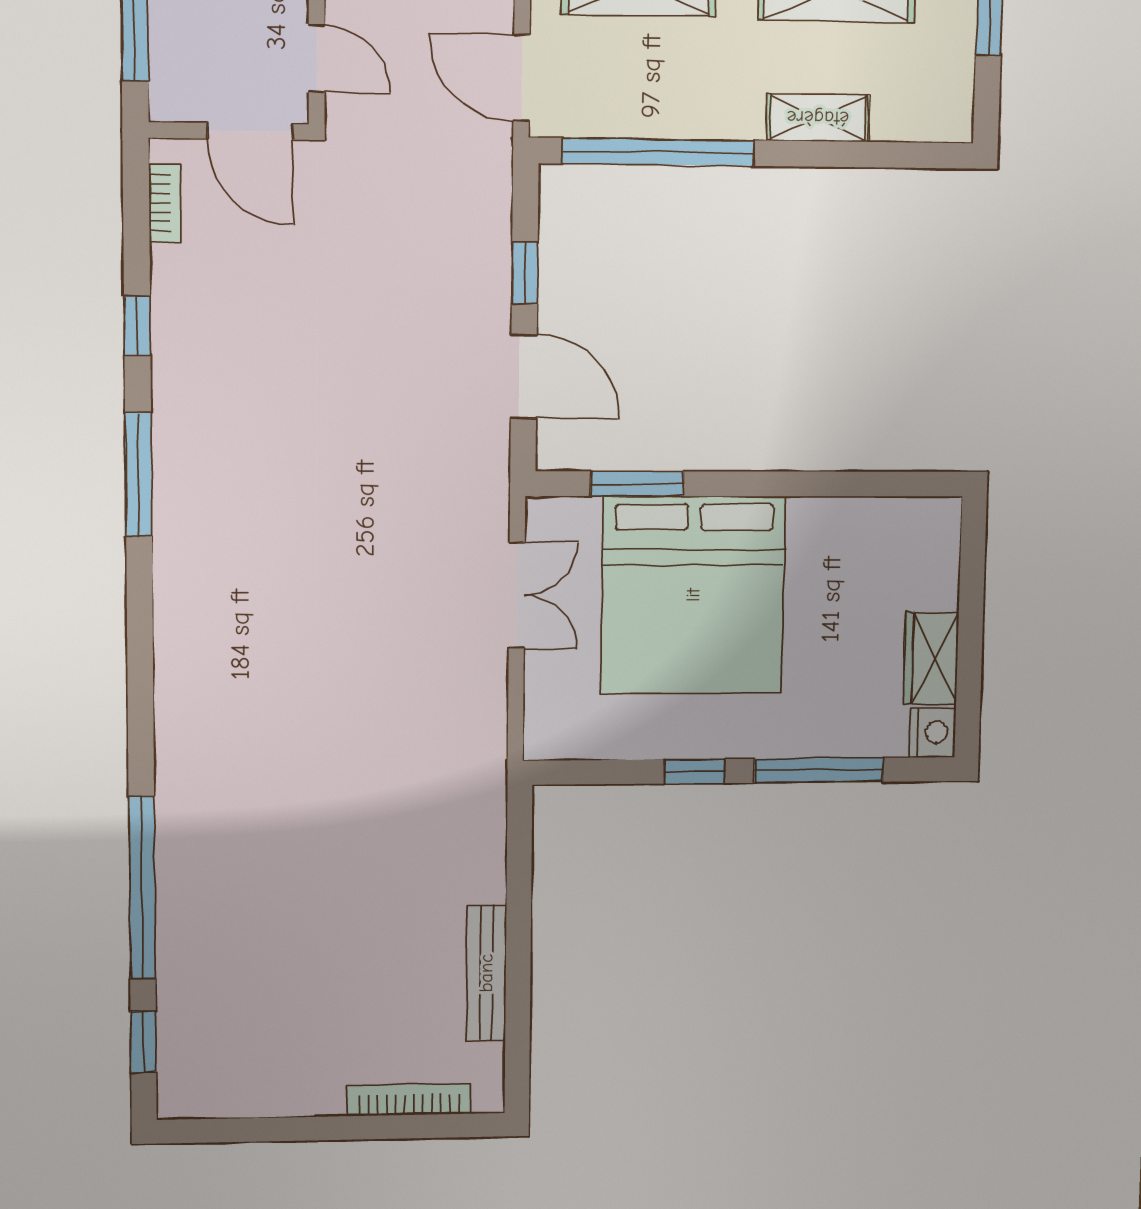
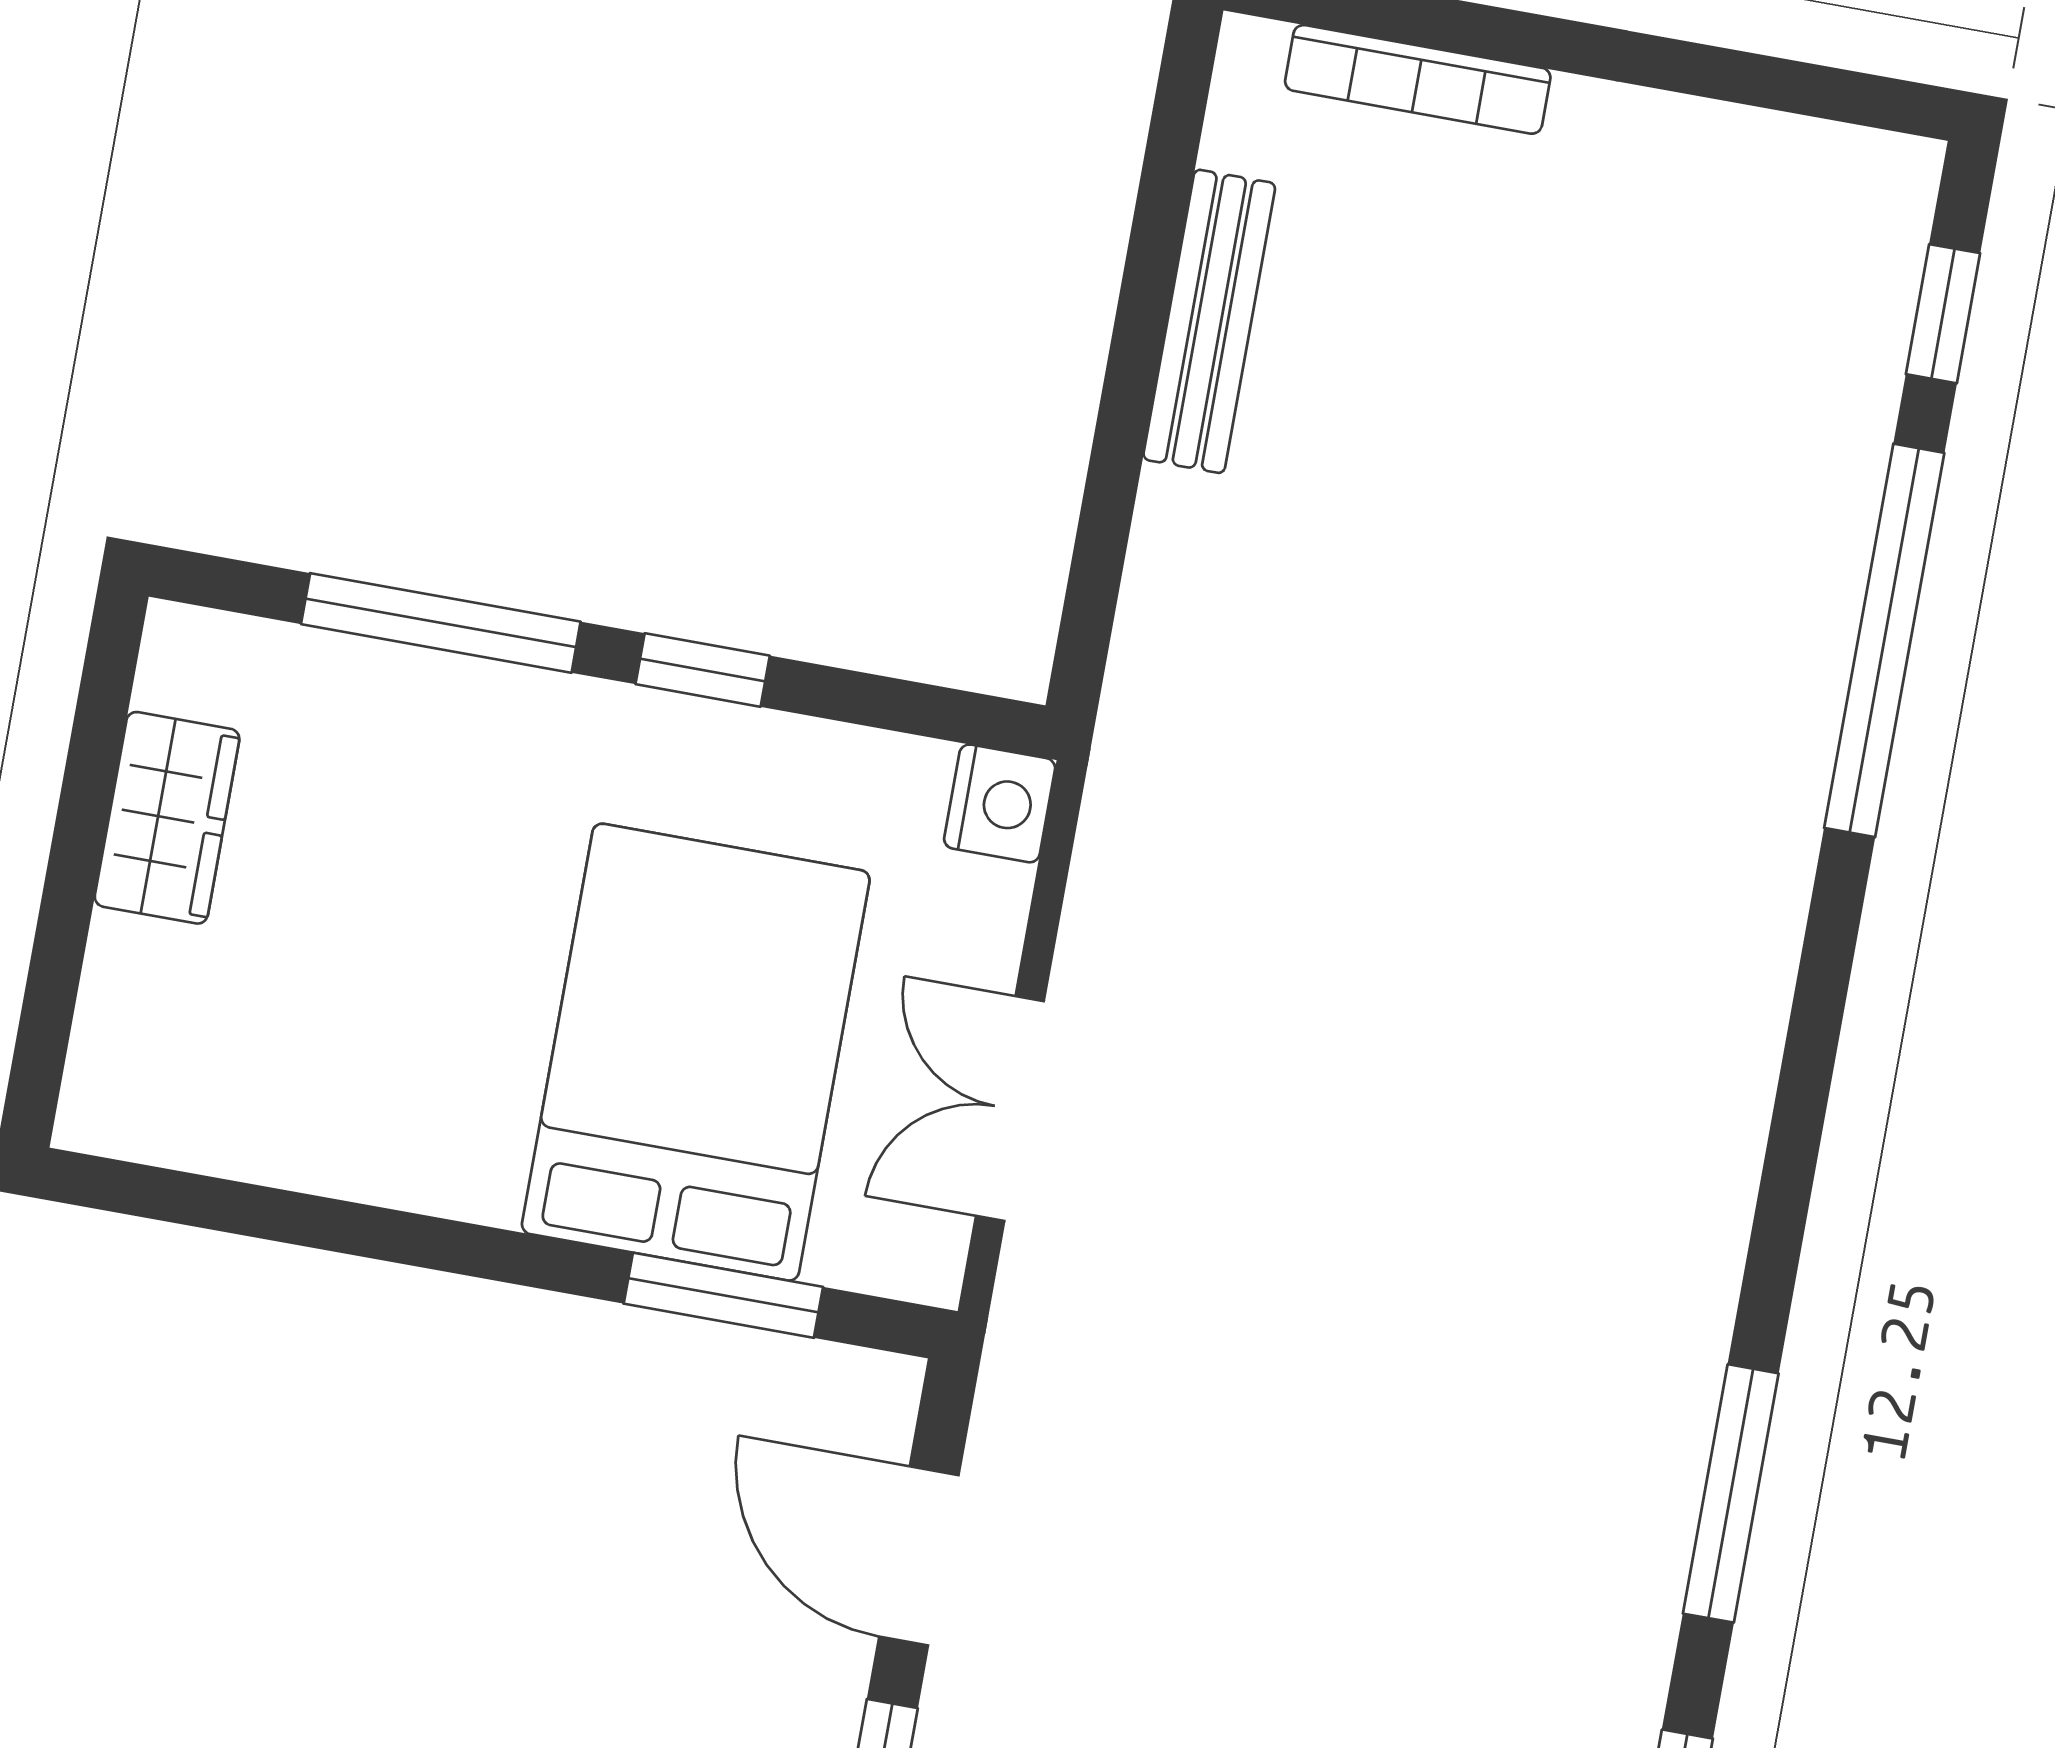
bed: (693, 595) -> (696, 1052), width x0.73
nightstand: (933, 732) -> (1000, 803), moved, turned 180

